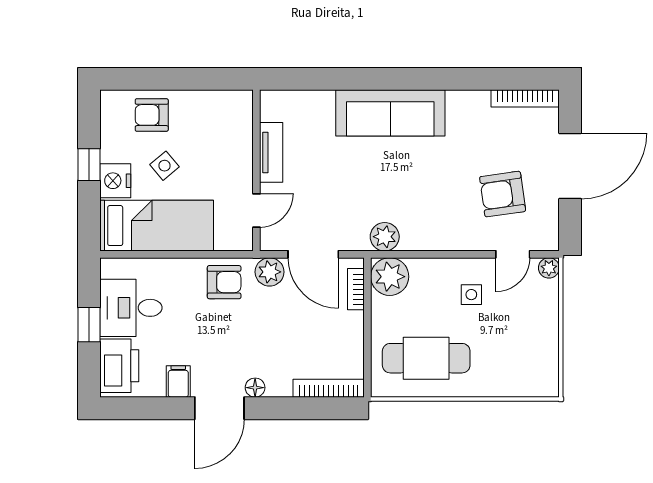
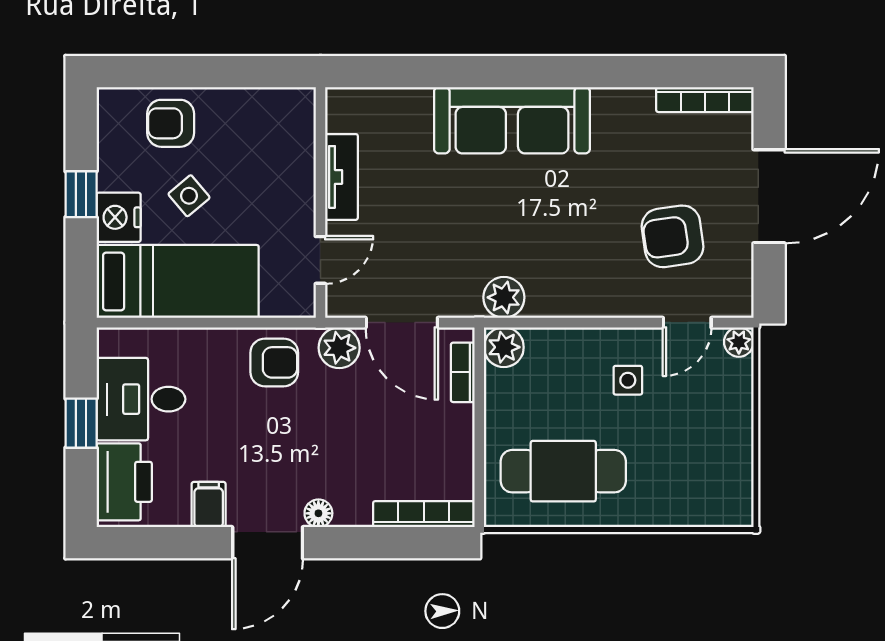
plant: (390, 277) -> (504, 347), width x0.73, depth x0.73

